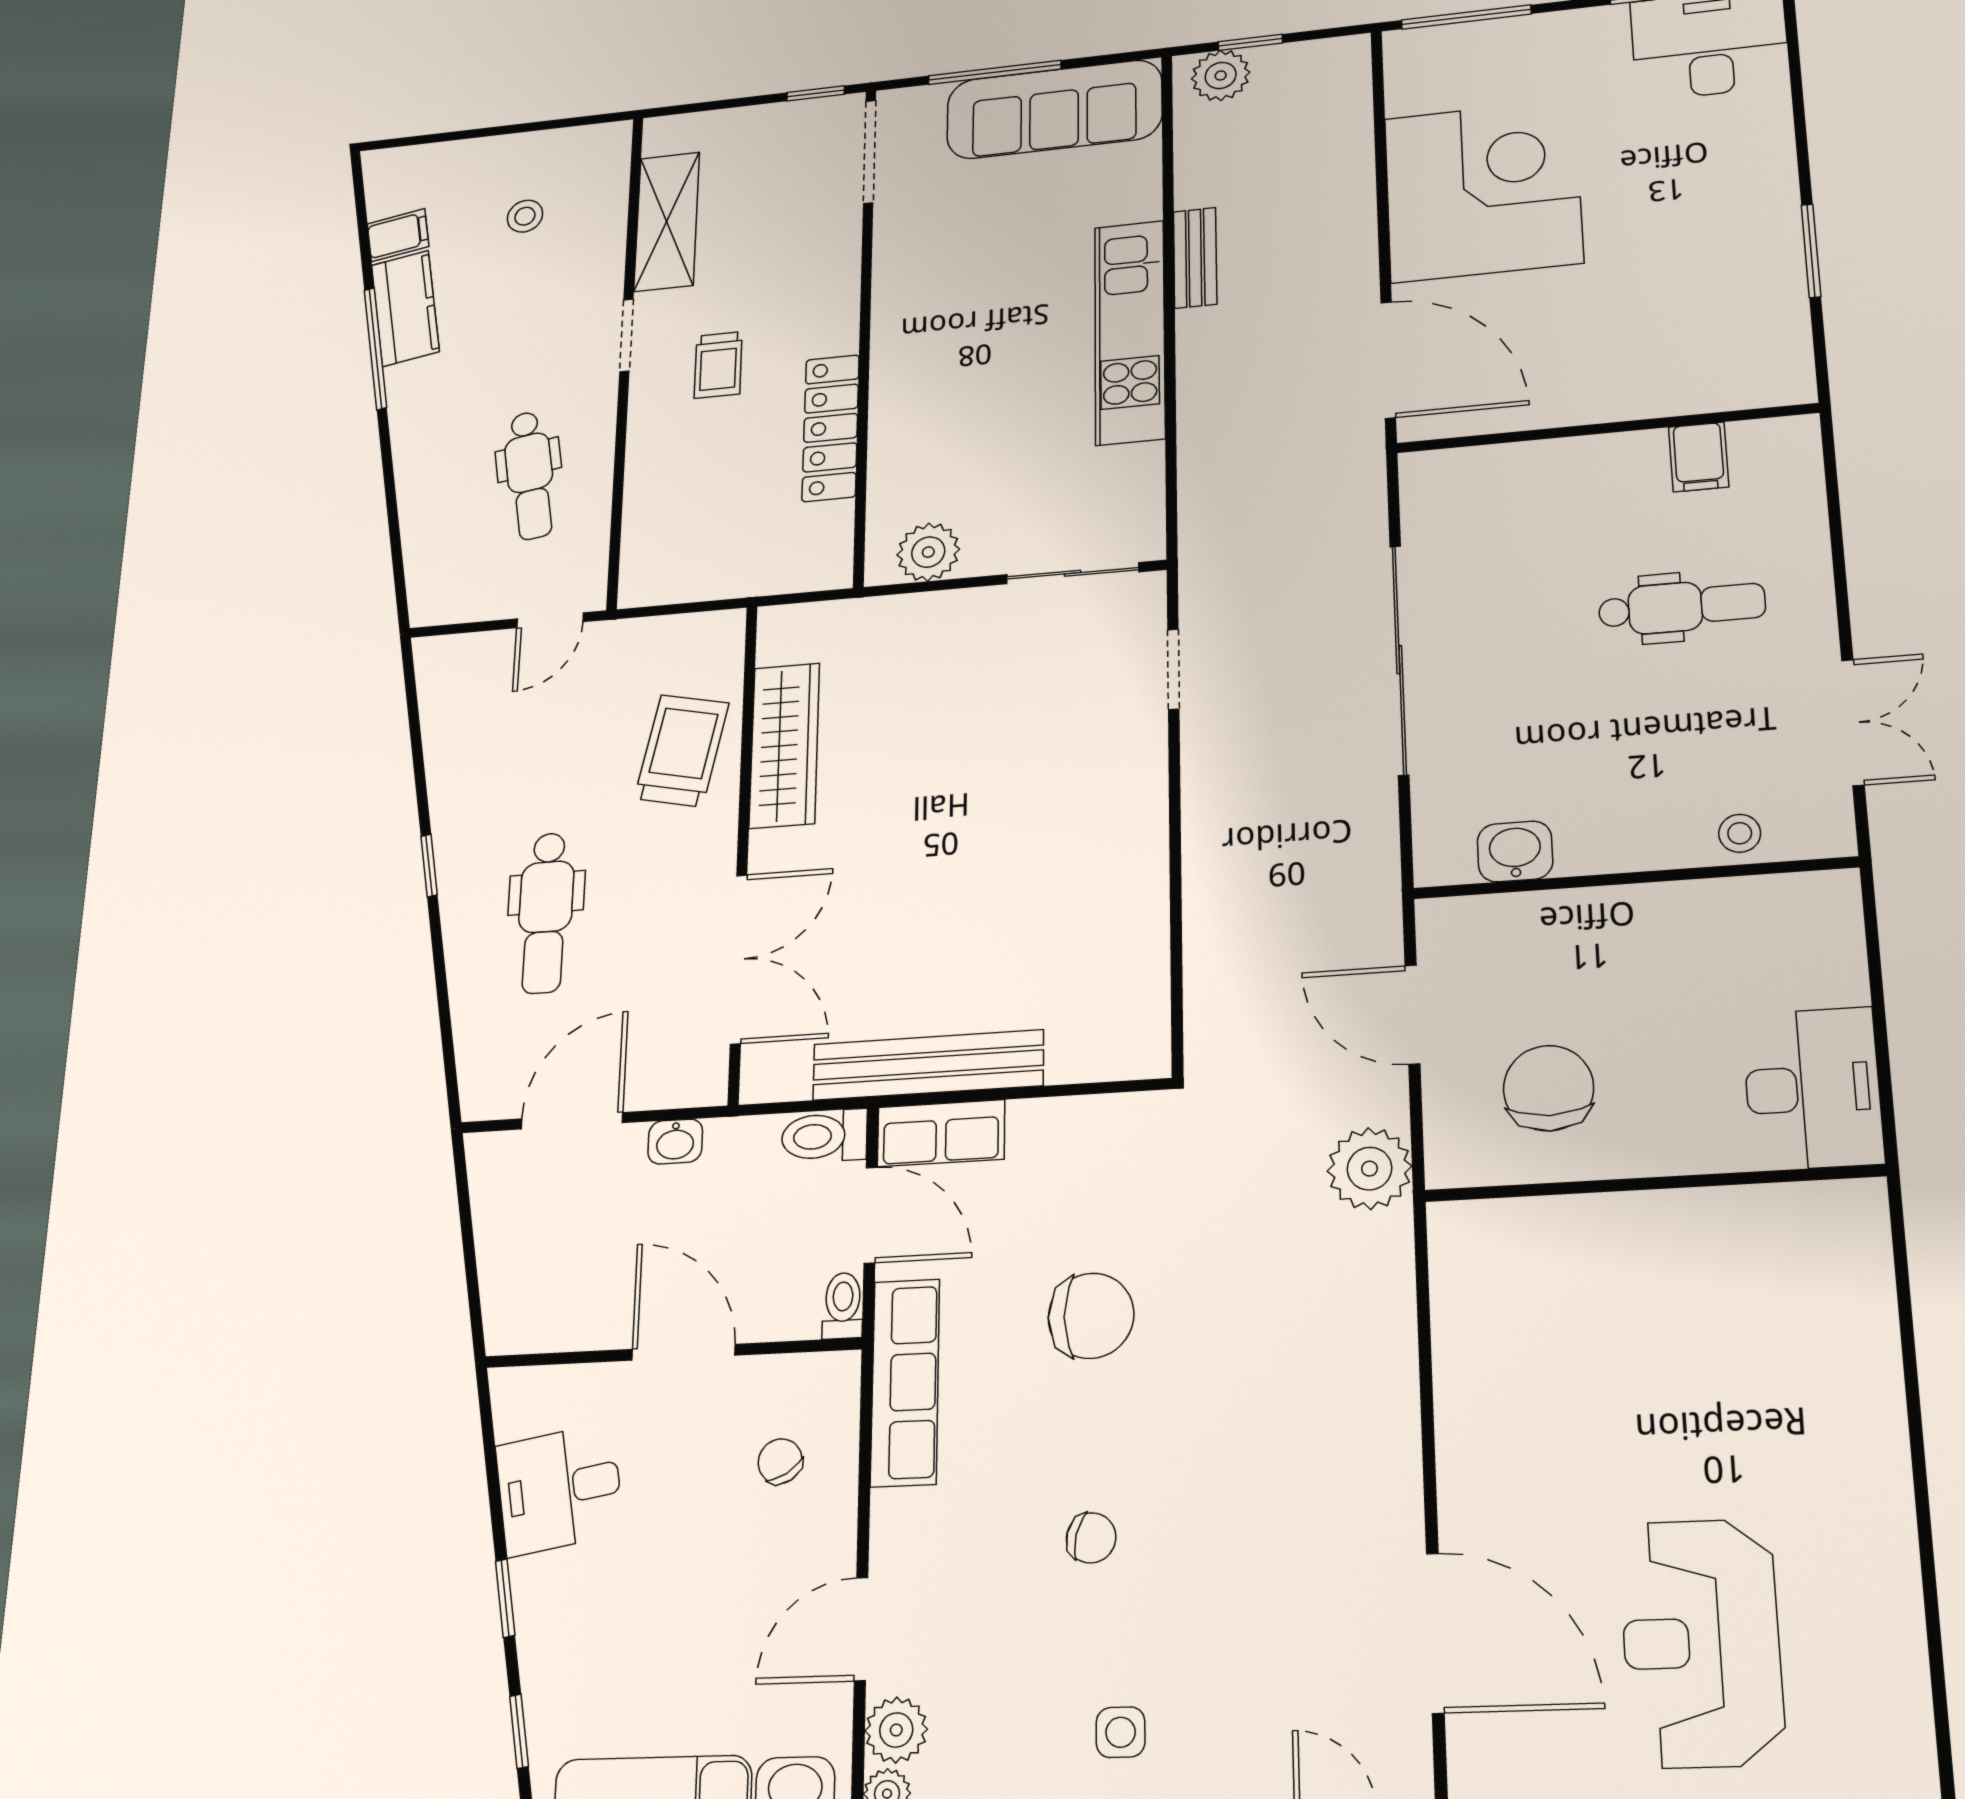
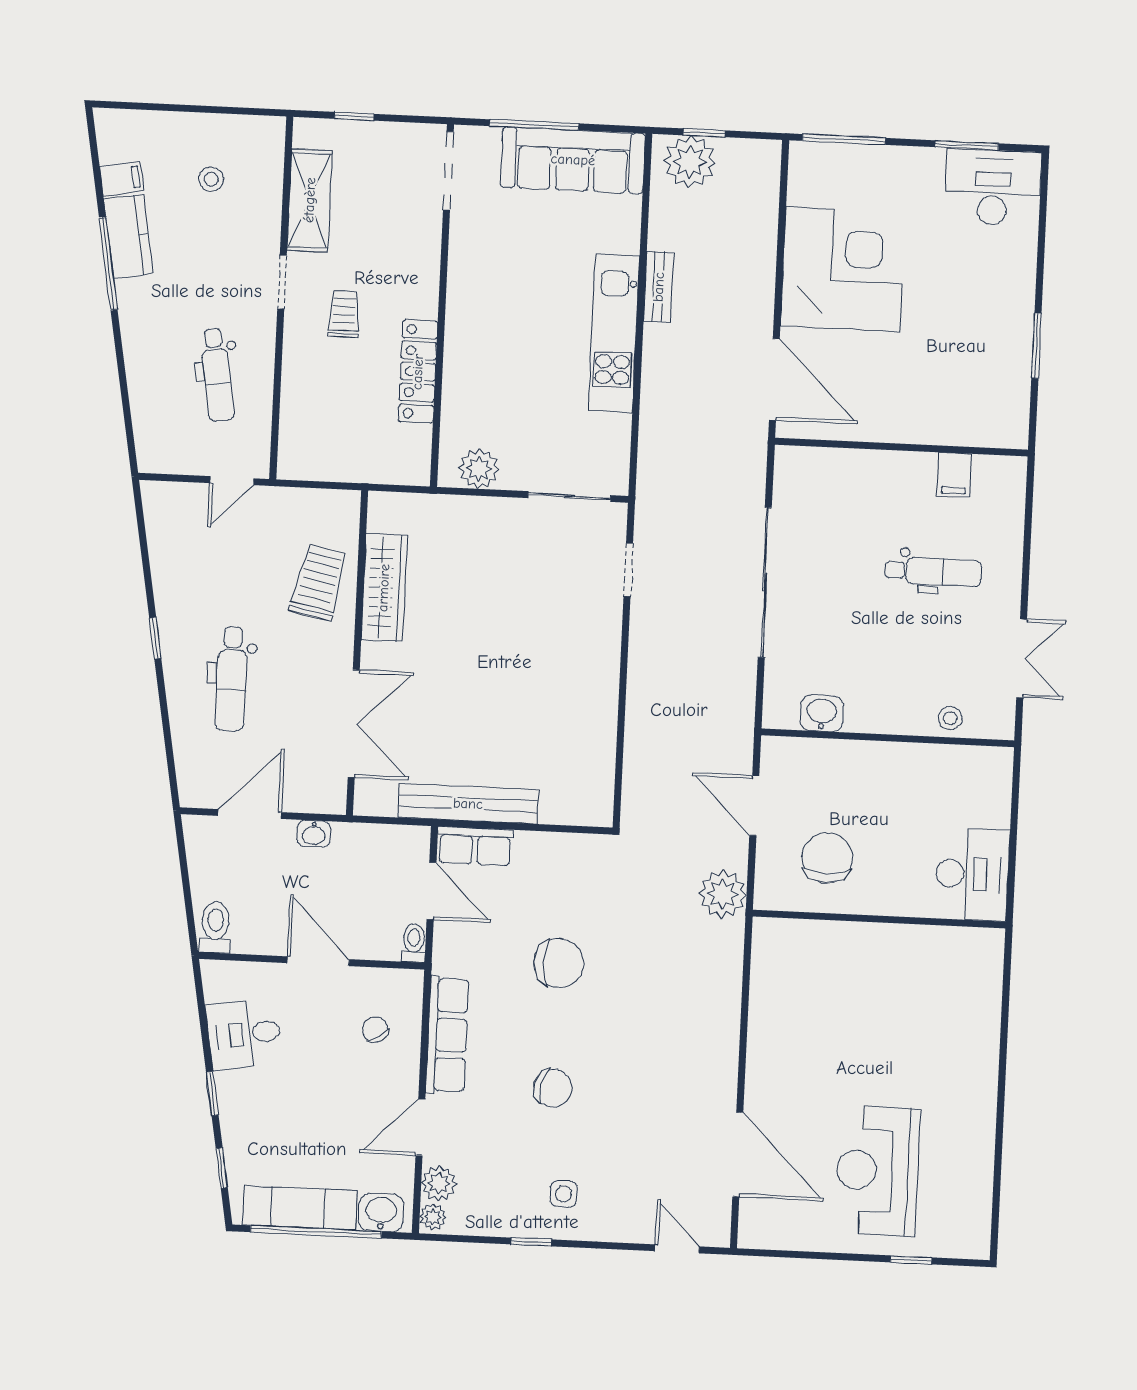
plant: (1221, 75) -> (690, 162), width x1.36, depth x1.36
window: (816, 93) -> (354, 116), moved
trolley: (718, 365) -> (344, 314), turned 180
toilet: (824, 1136) -> (215, 927), moved, turned 90
row of seats: (905, 1382) -> (447, 1035), moved
chair: (1091, 1538) -> (552, 1088), width x1.37, depth x1.37

